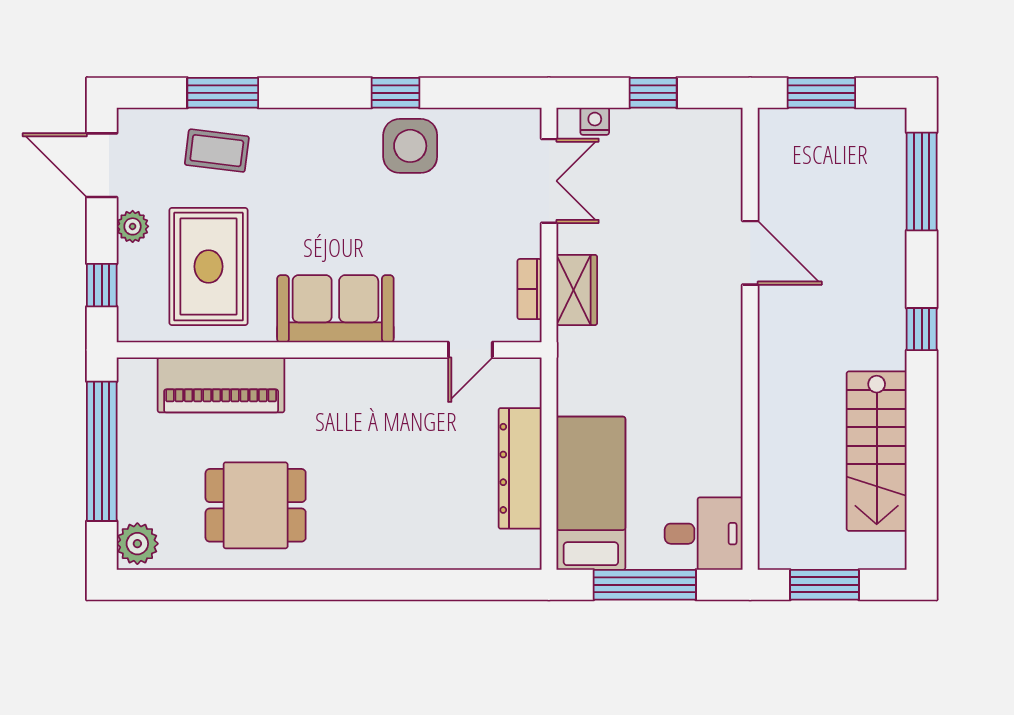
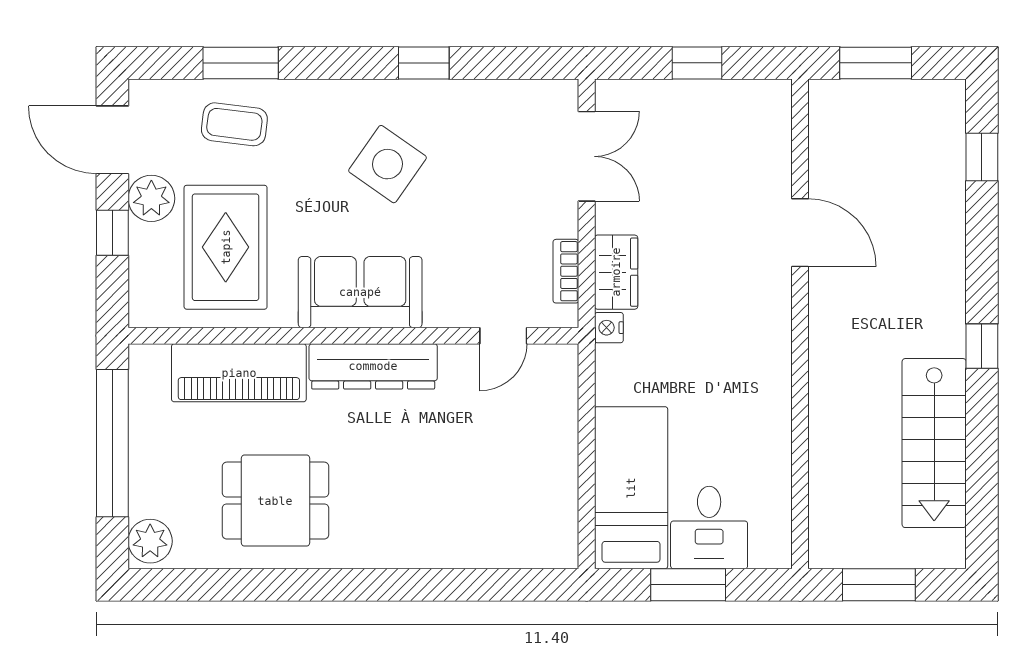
nightstand: (595, 121) -> (609, 328), moved, turned -90
side table: (410, 146) -> (388, 164), moved, turned 35
window: (922, 181) -> (982, 157), width x0.46
plant: (133, 226) -> (151, 198), width x1.38, depth x1.38
window: (102, 285) -> (112, 233), moved
window: (922, 329) -> (982, 346), moved
dresser: (520, 468) -> (373, 366), moved, turned -90
desk: (704, 534) -> (709, 528), moved, turned 90
window: (645, 585) -> (688, 585), width x0.69

